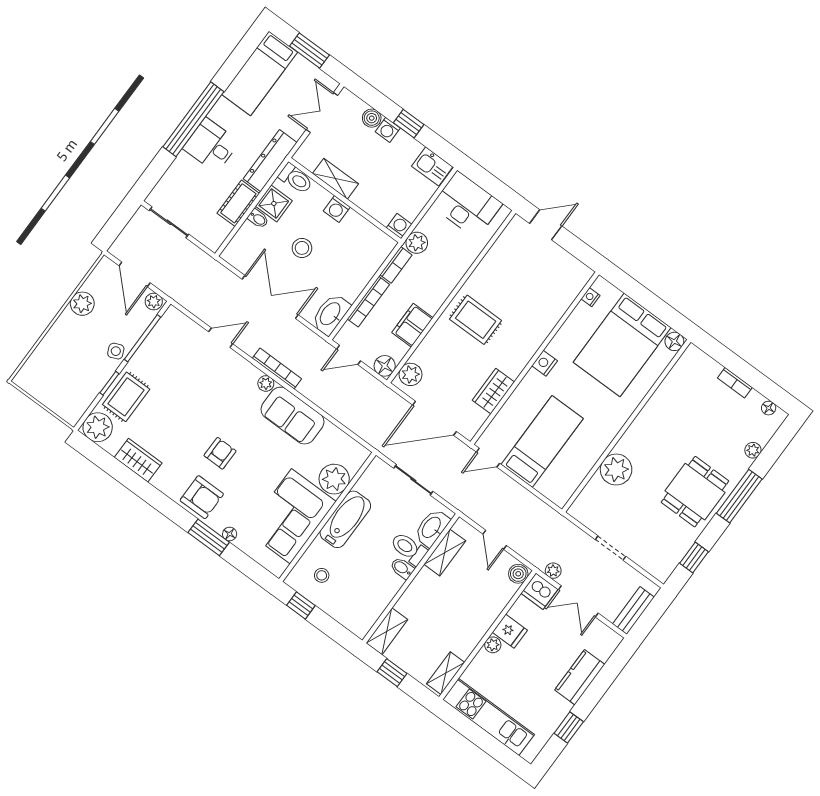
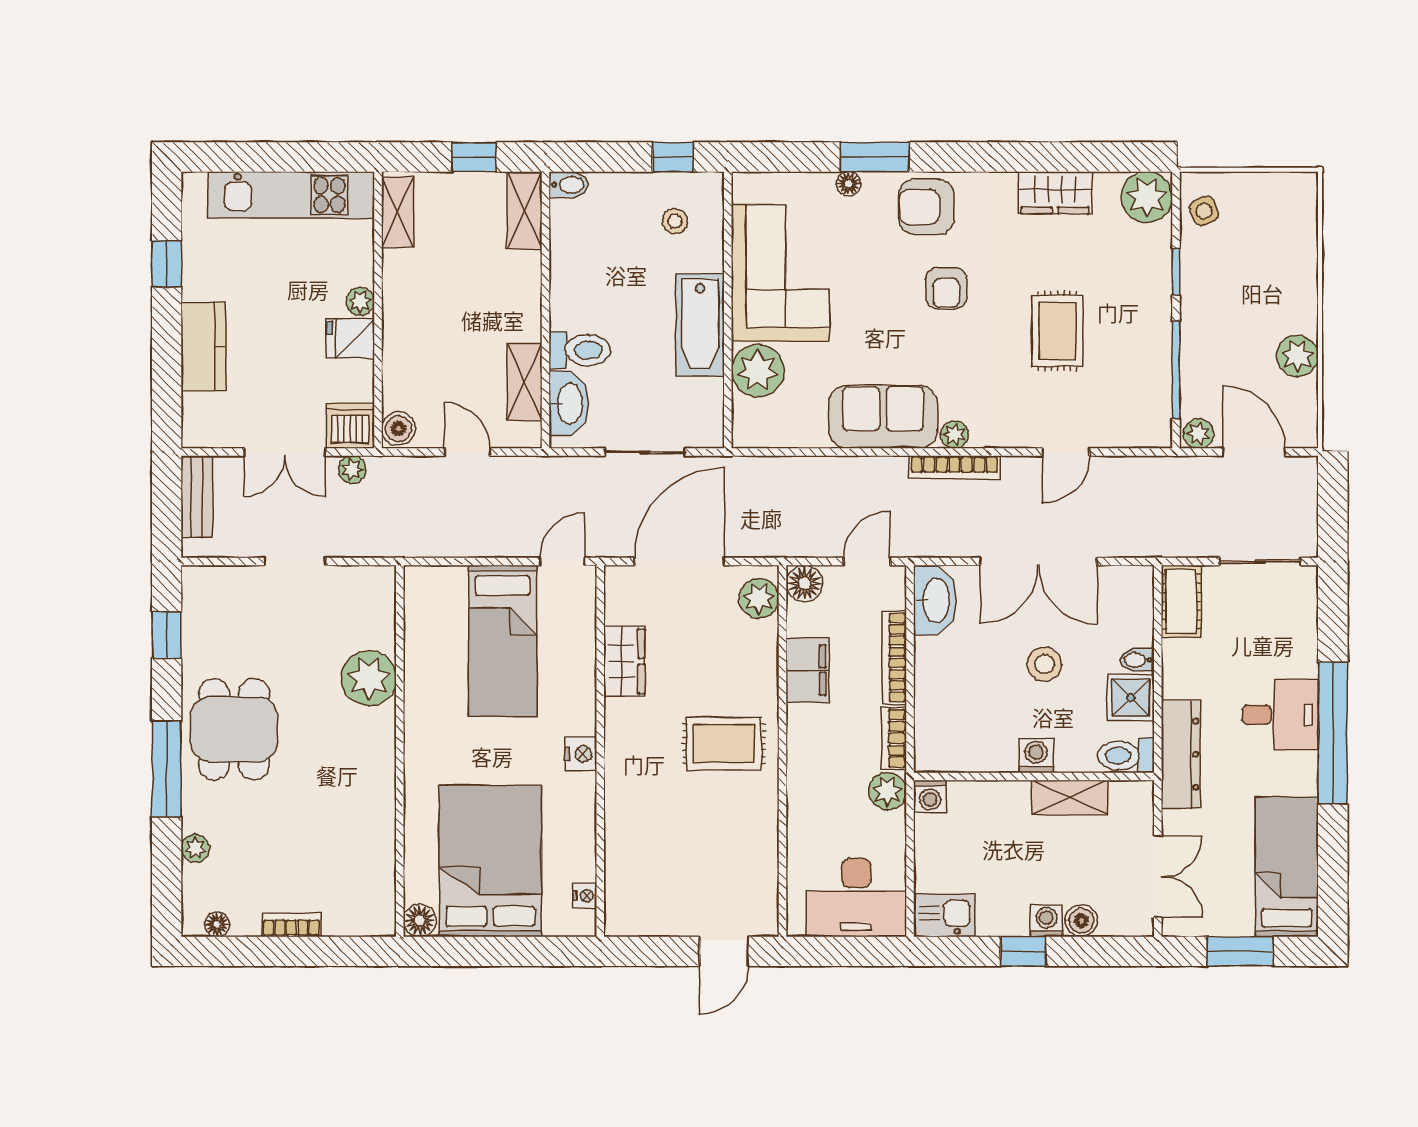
cot: (238, 203) -> (1181, 601), moved
side table: (116, 351) -> (1204, 211), moved
rug: (126, 397) -> (1058, 331), moved
bidet: (402, 568) -> (569, 185), moved
double door: (578, 601) -> (285, 452), swing flipped

